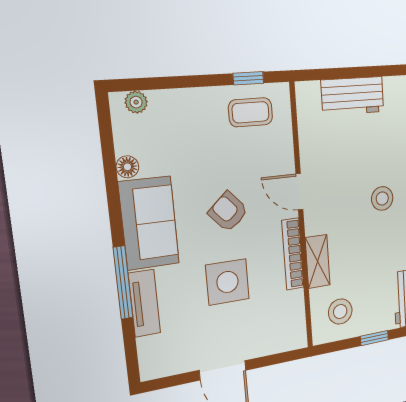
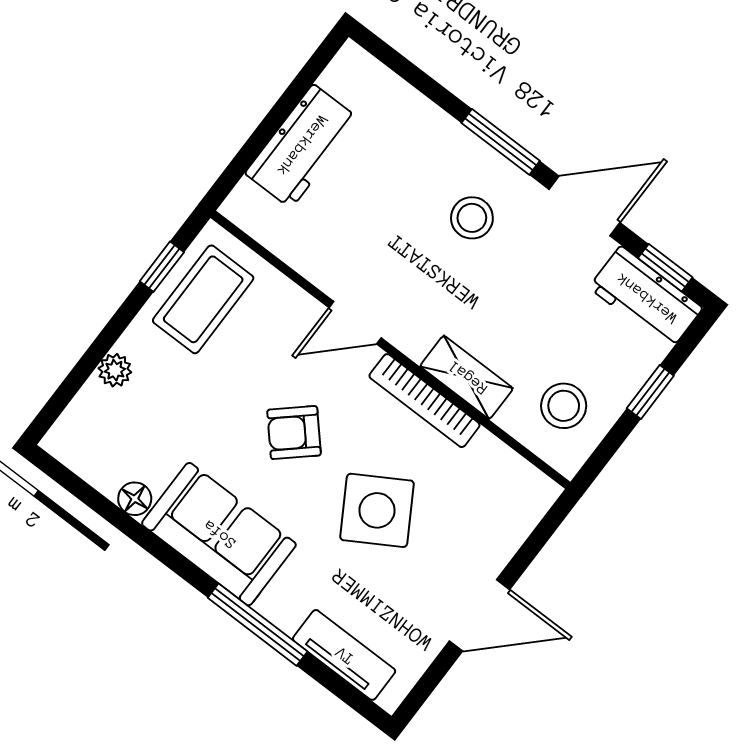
plant: (136, 102) -> (115, 370), moved
coffee table: (251, 112) -> (203, 299), width x1.36, depth x1.30
side table: (227, 282) -> (377, 510), turned -31
tv unit: (144, 303) -> (344, 655), moved

